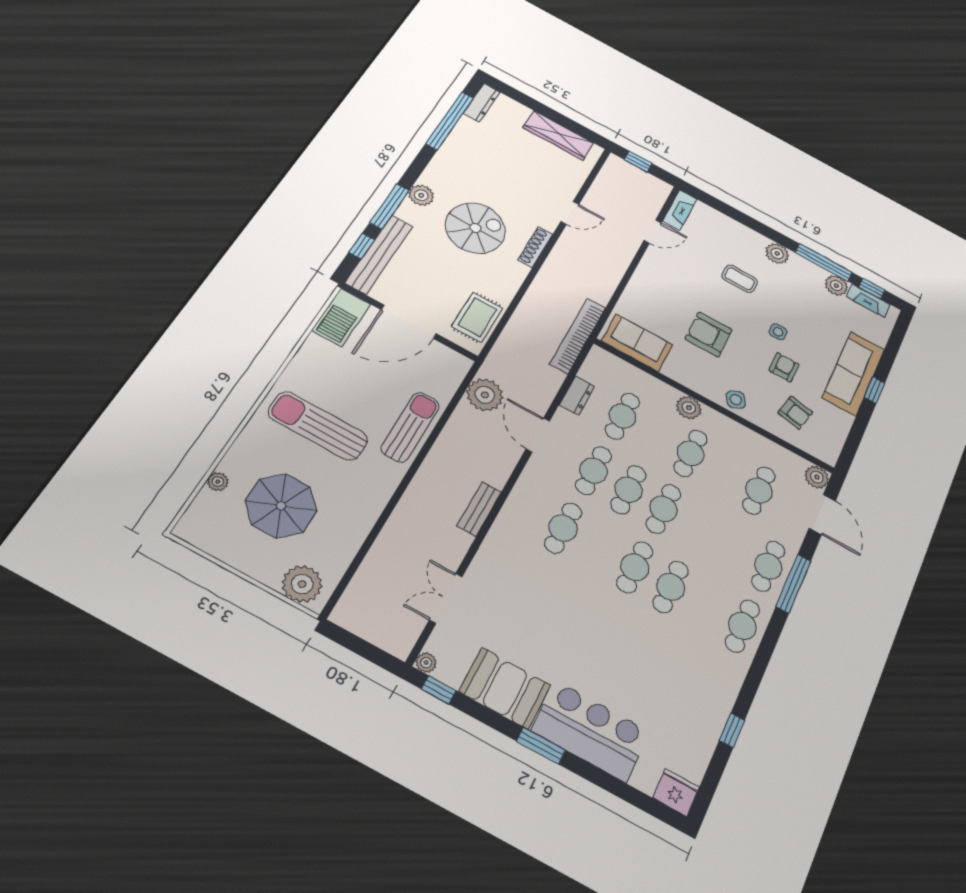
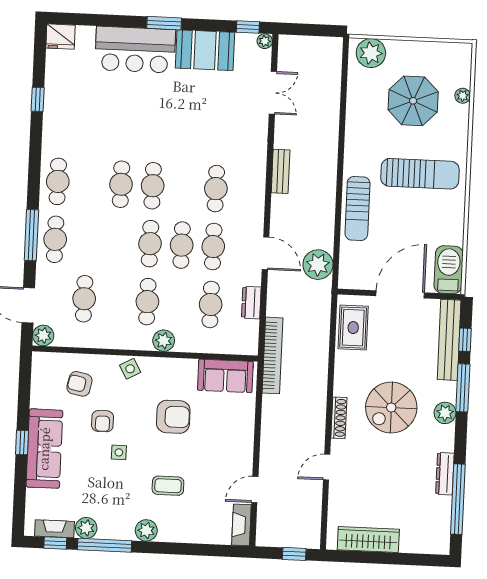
dresser: (482, 103) -> (445, 474), moved

